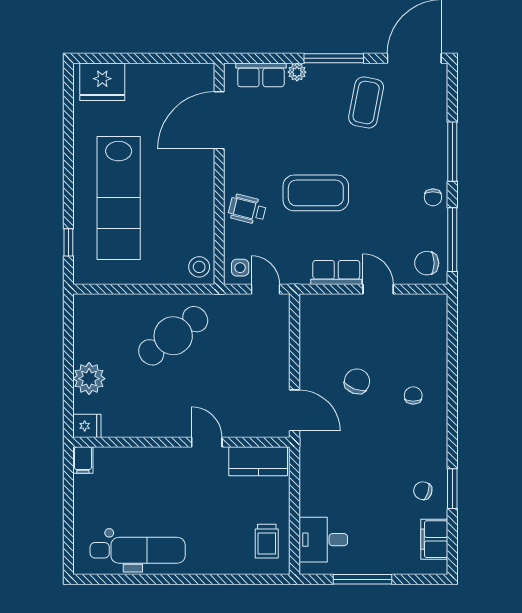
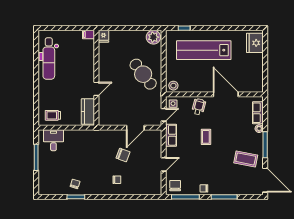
door: (219, 120) -> (226, 94), moved
coffee table: (316, 193) -> (206, 137), width x0.54, depth x0.58
row of seats: (336, 272) -> (171, 135), moved
plant: (89, 379) -> (153, 37), moved
door: (295, 410) -> (135, 128), moved
filing cabinet: (434, 539) -> (54, 189), removed

